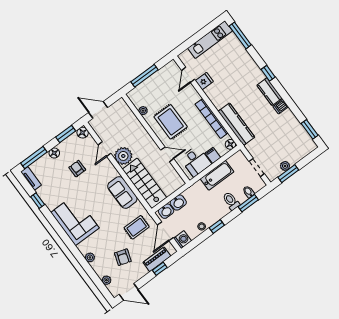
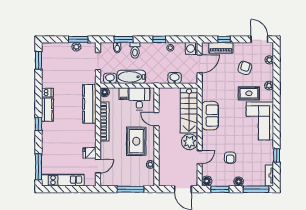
washbasin: (166, 211) -> (110, 78), moved
rug: (137, 227) -> (249, 93), moved

